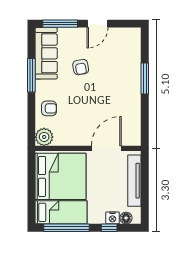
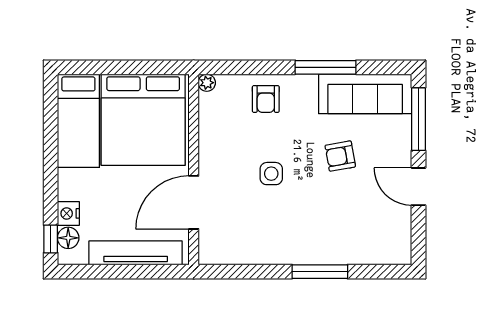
side table: (90, 105) -> (271, 174), added
plant: (44, 137) -> (207, 83), width x0.53, depth x0.53
door: (106, 148) -> (194, 202), swing flipped
window: (66, 228) -> (51, 131), removed
window: (109, 228) -> (51, 239), moved

